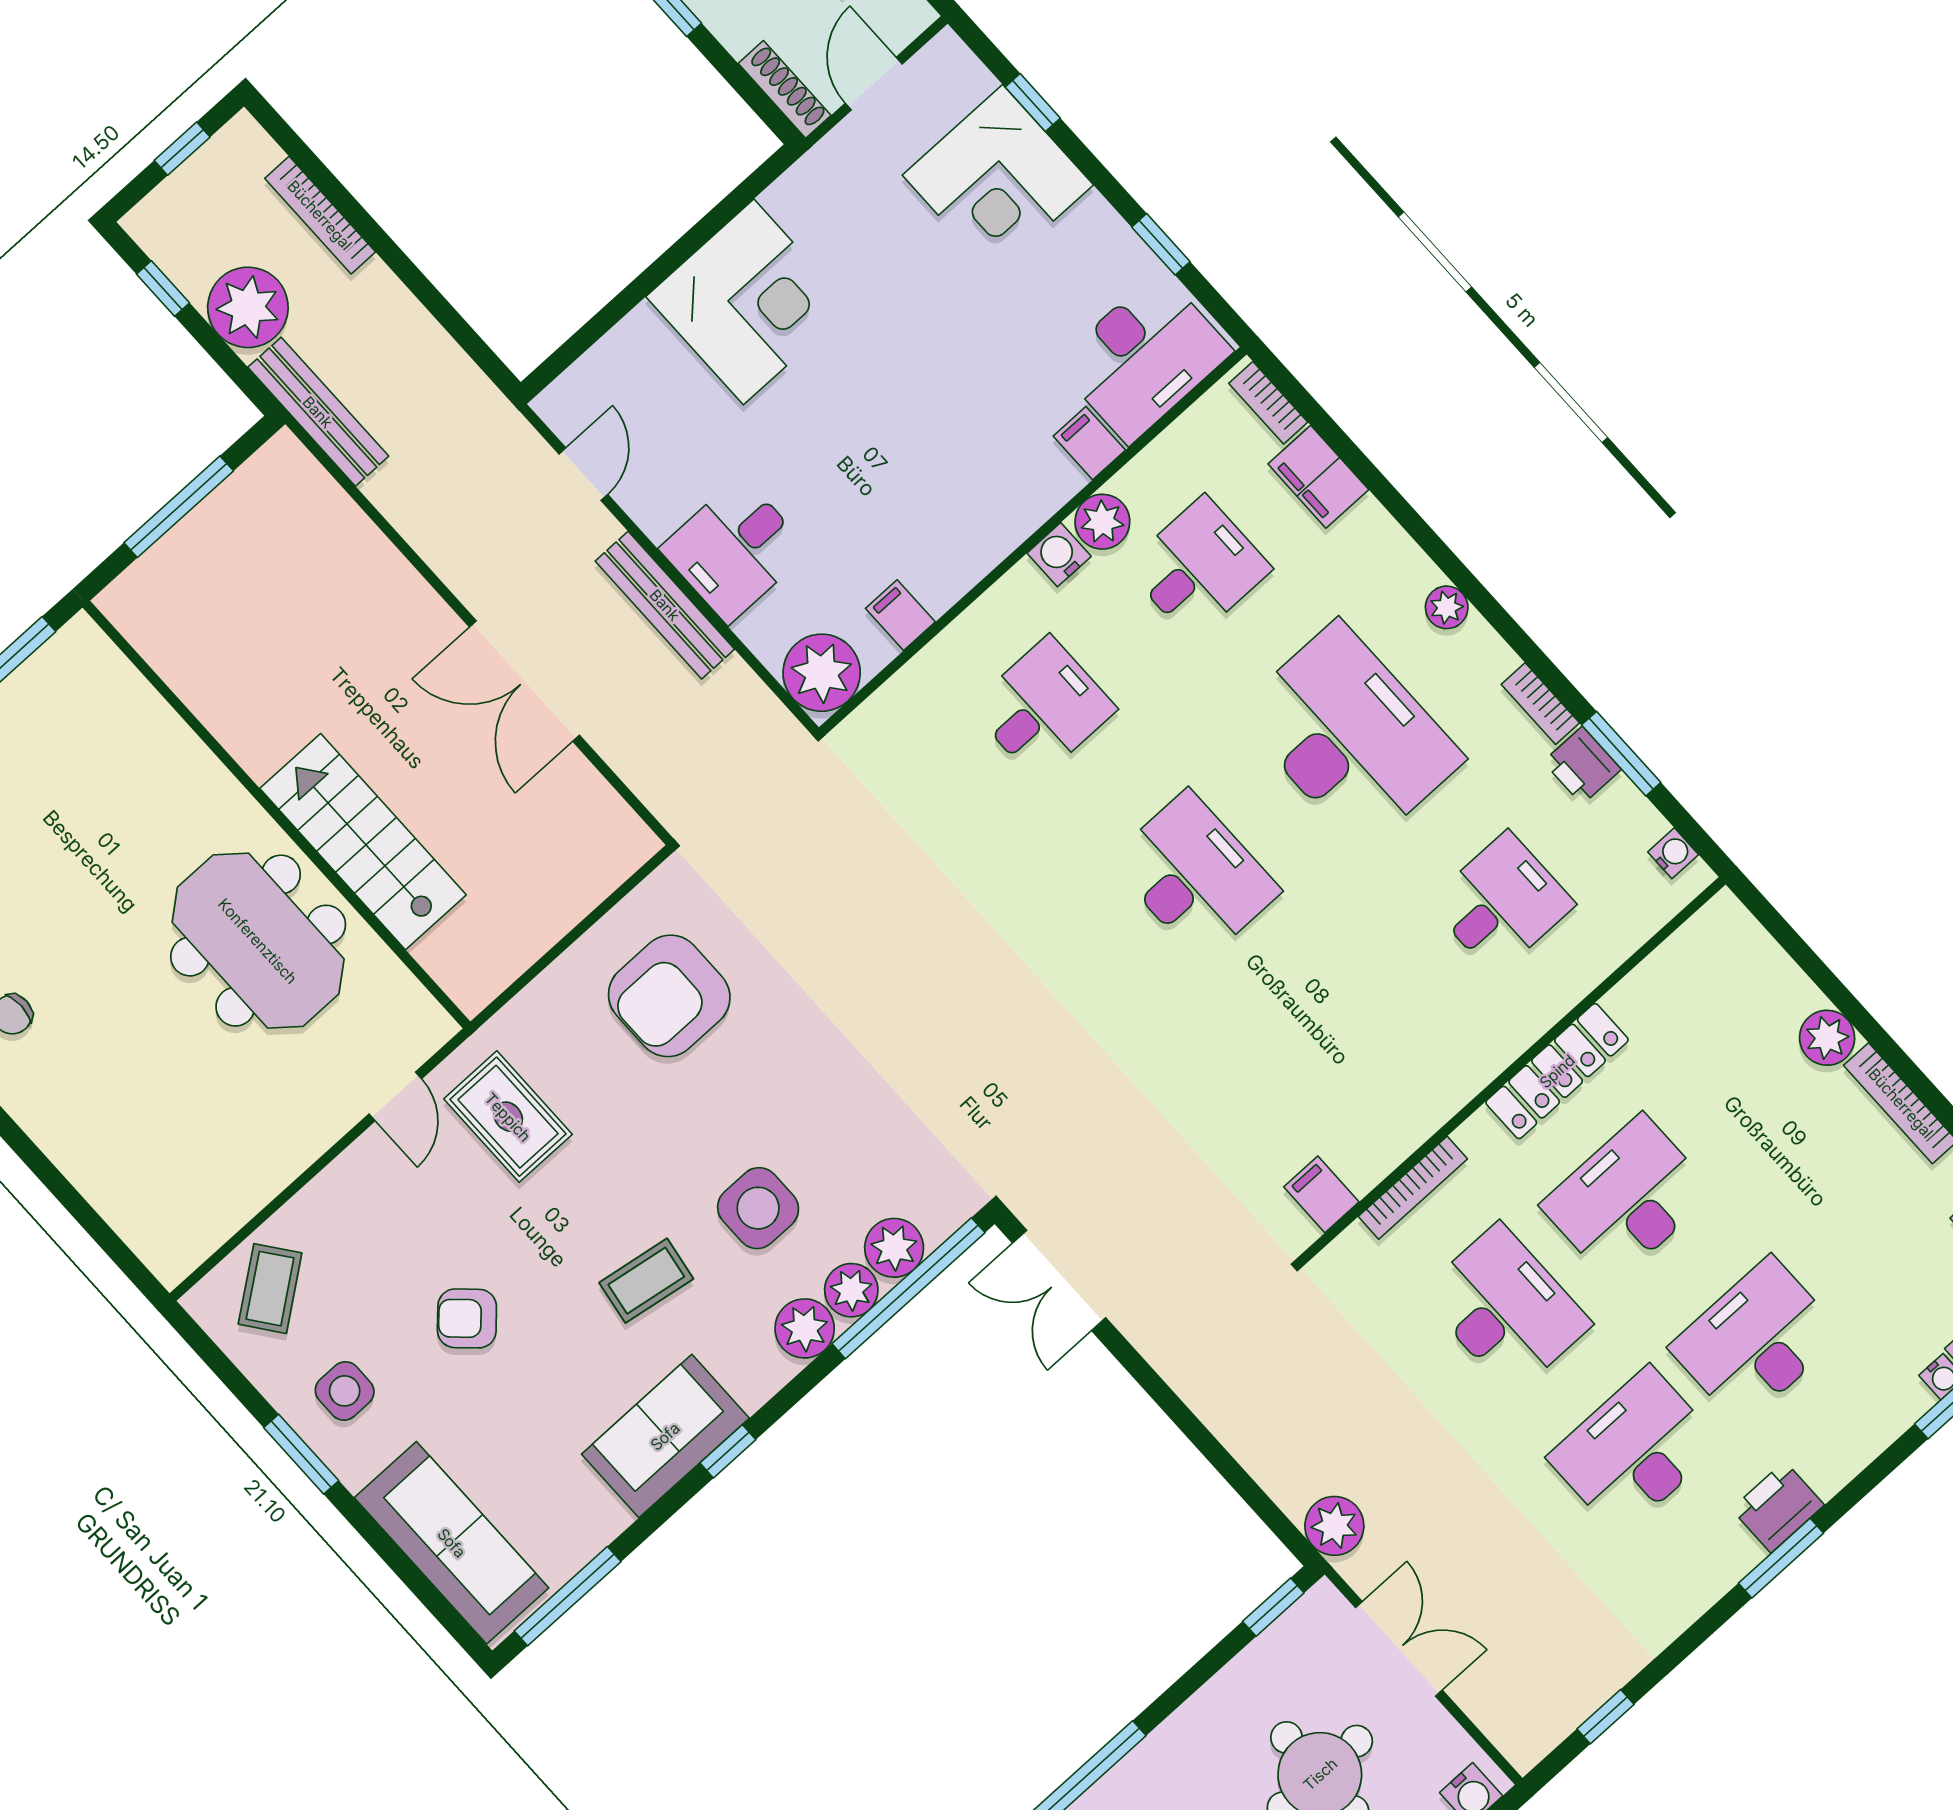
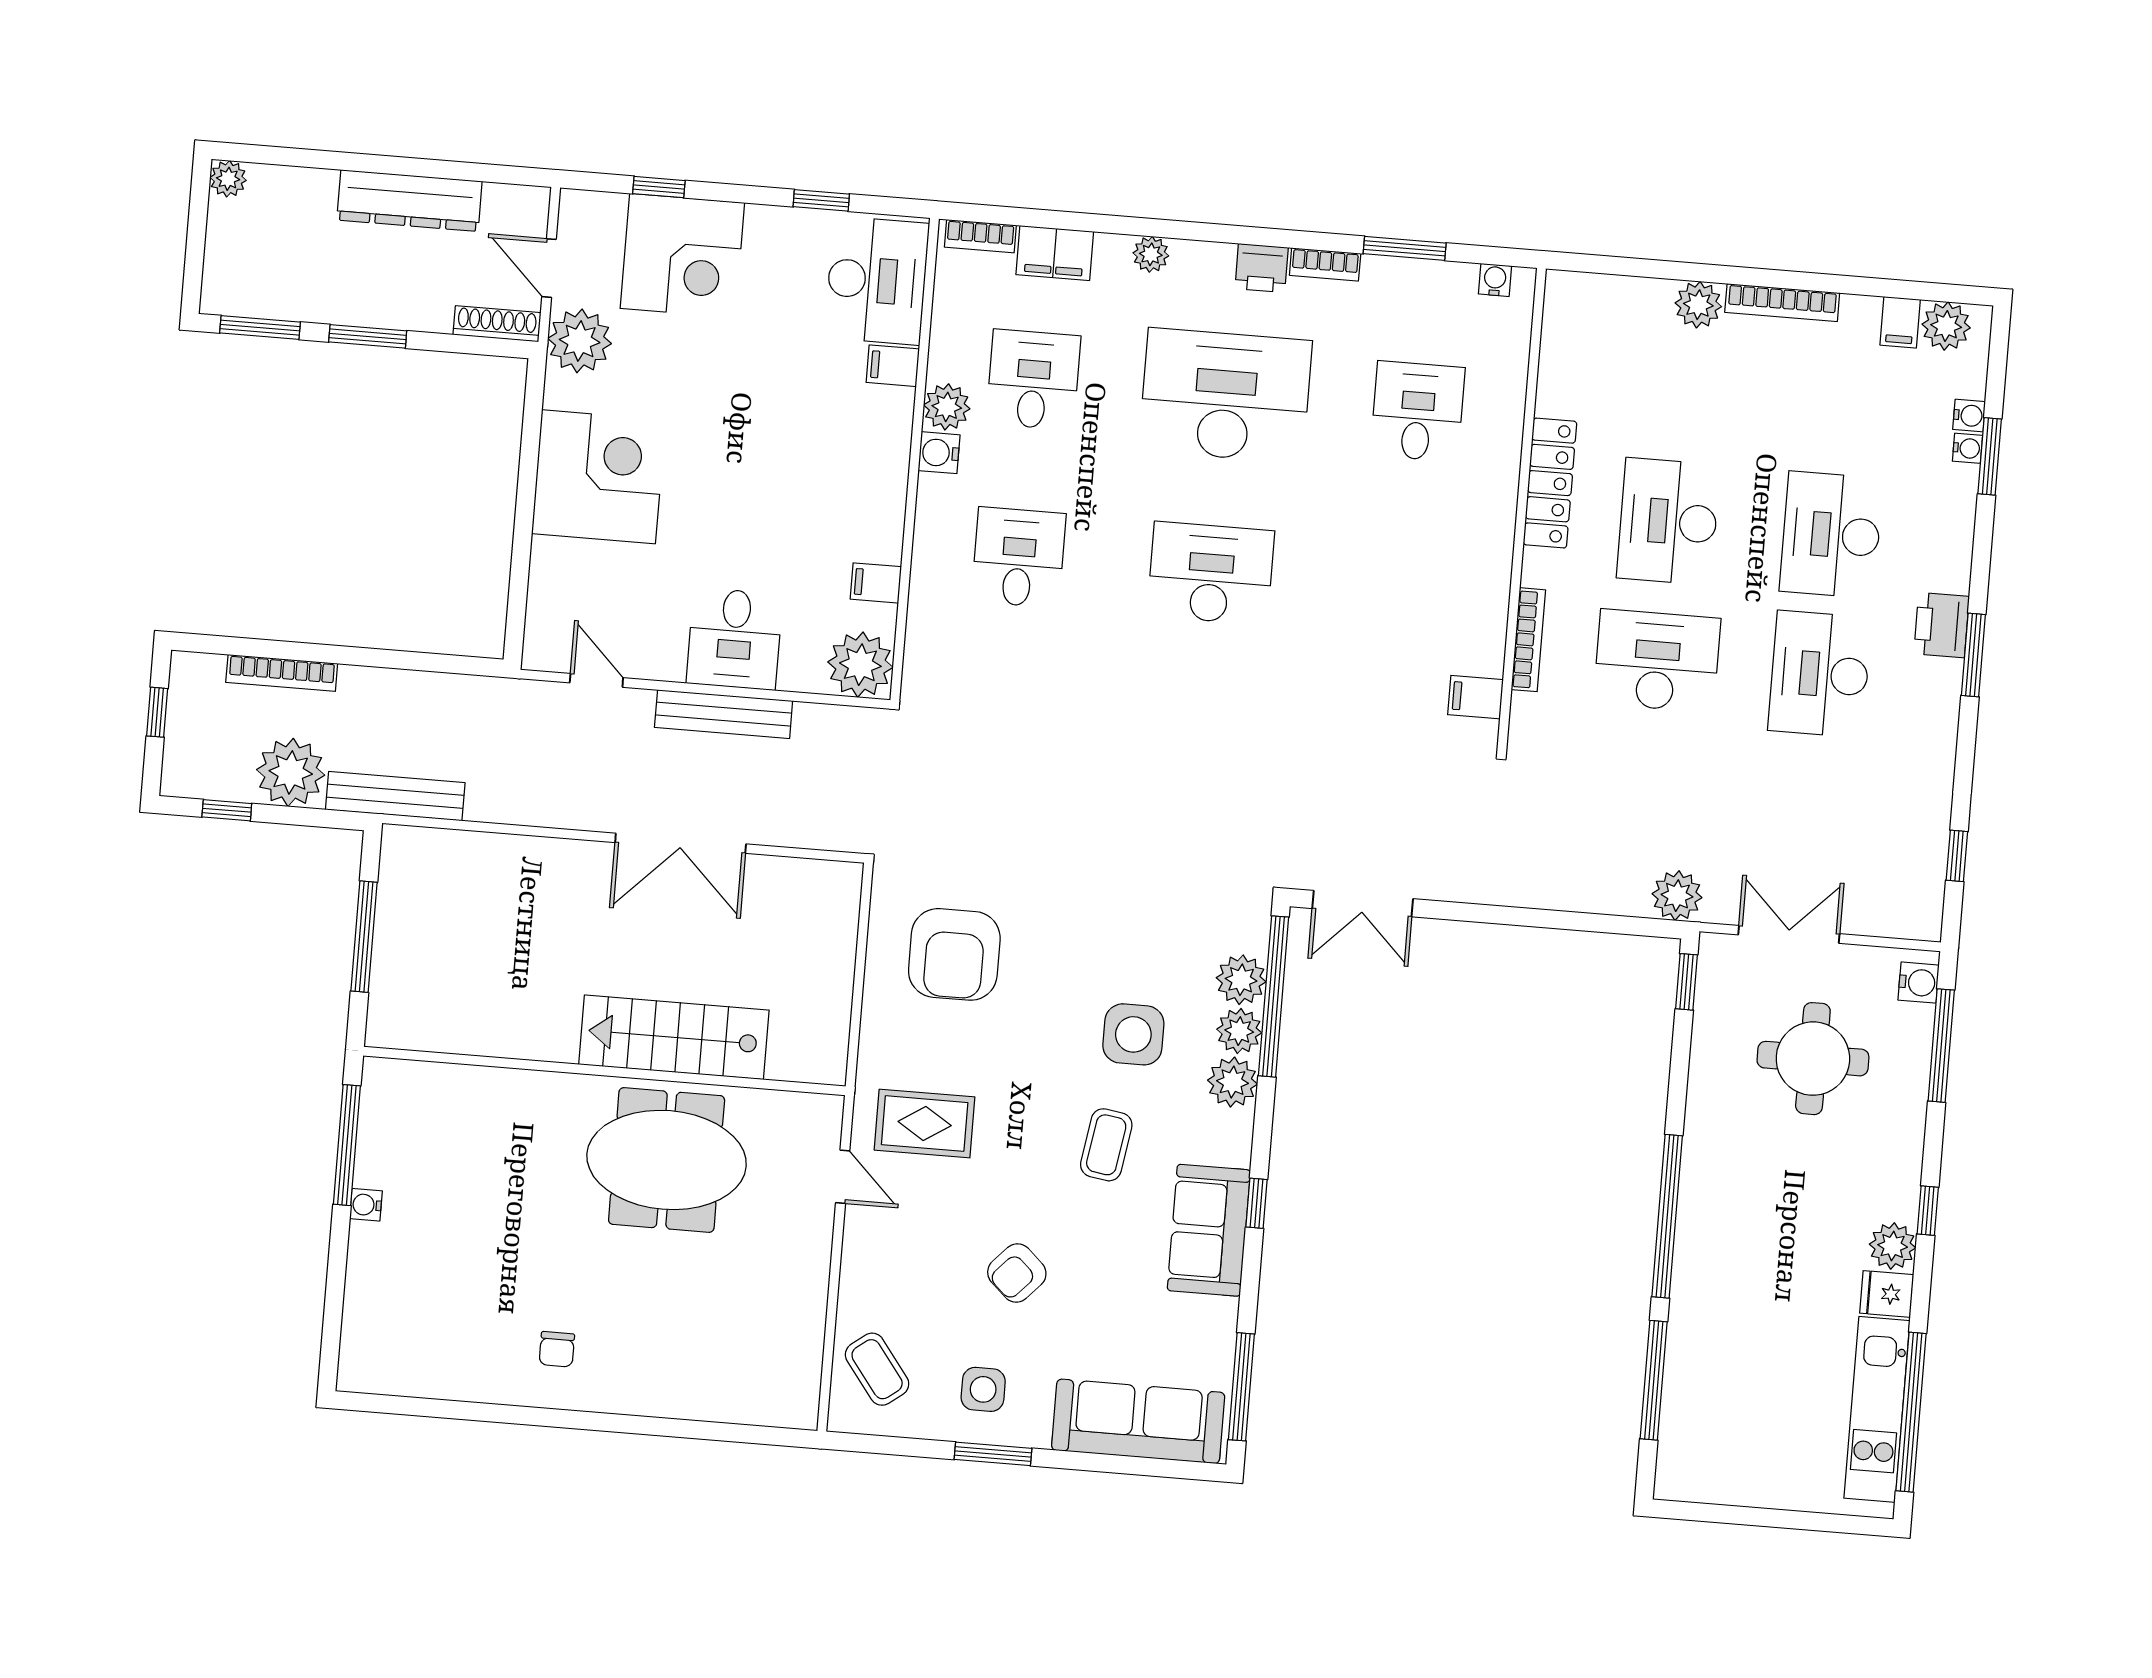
plant: (841, 170) -> (580, 341), added
plant: (1447, 607) -> (1151, 254), moved
printer: (1582, 765) -> (1262, 268), moved

